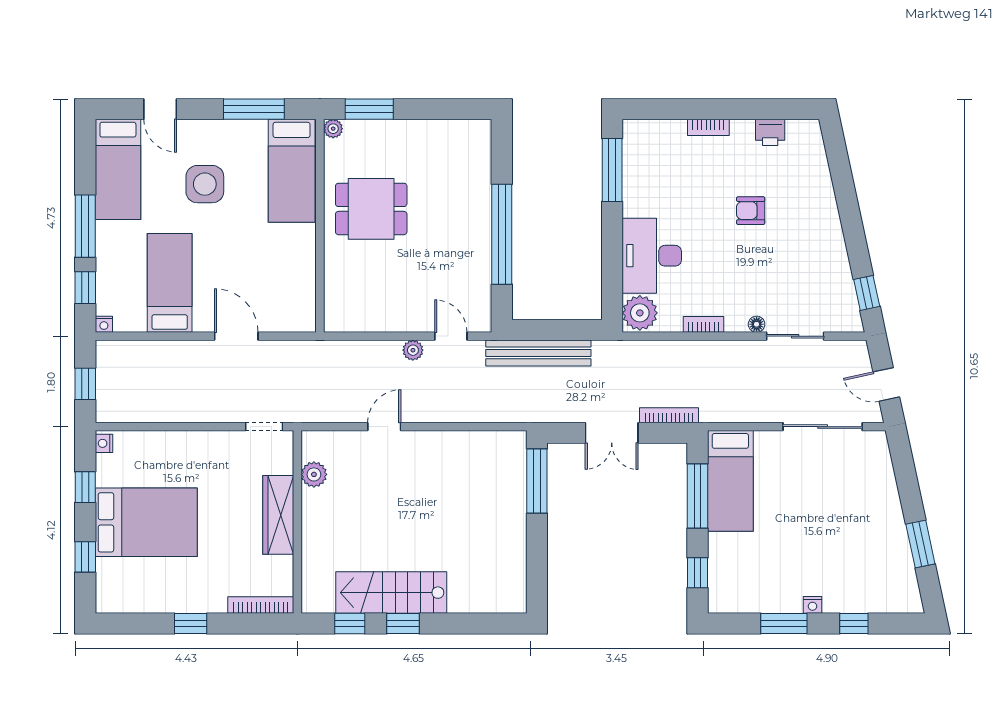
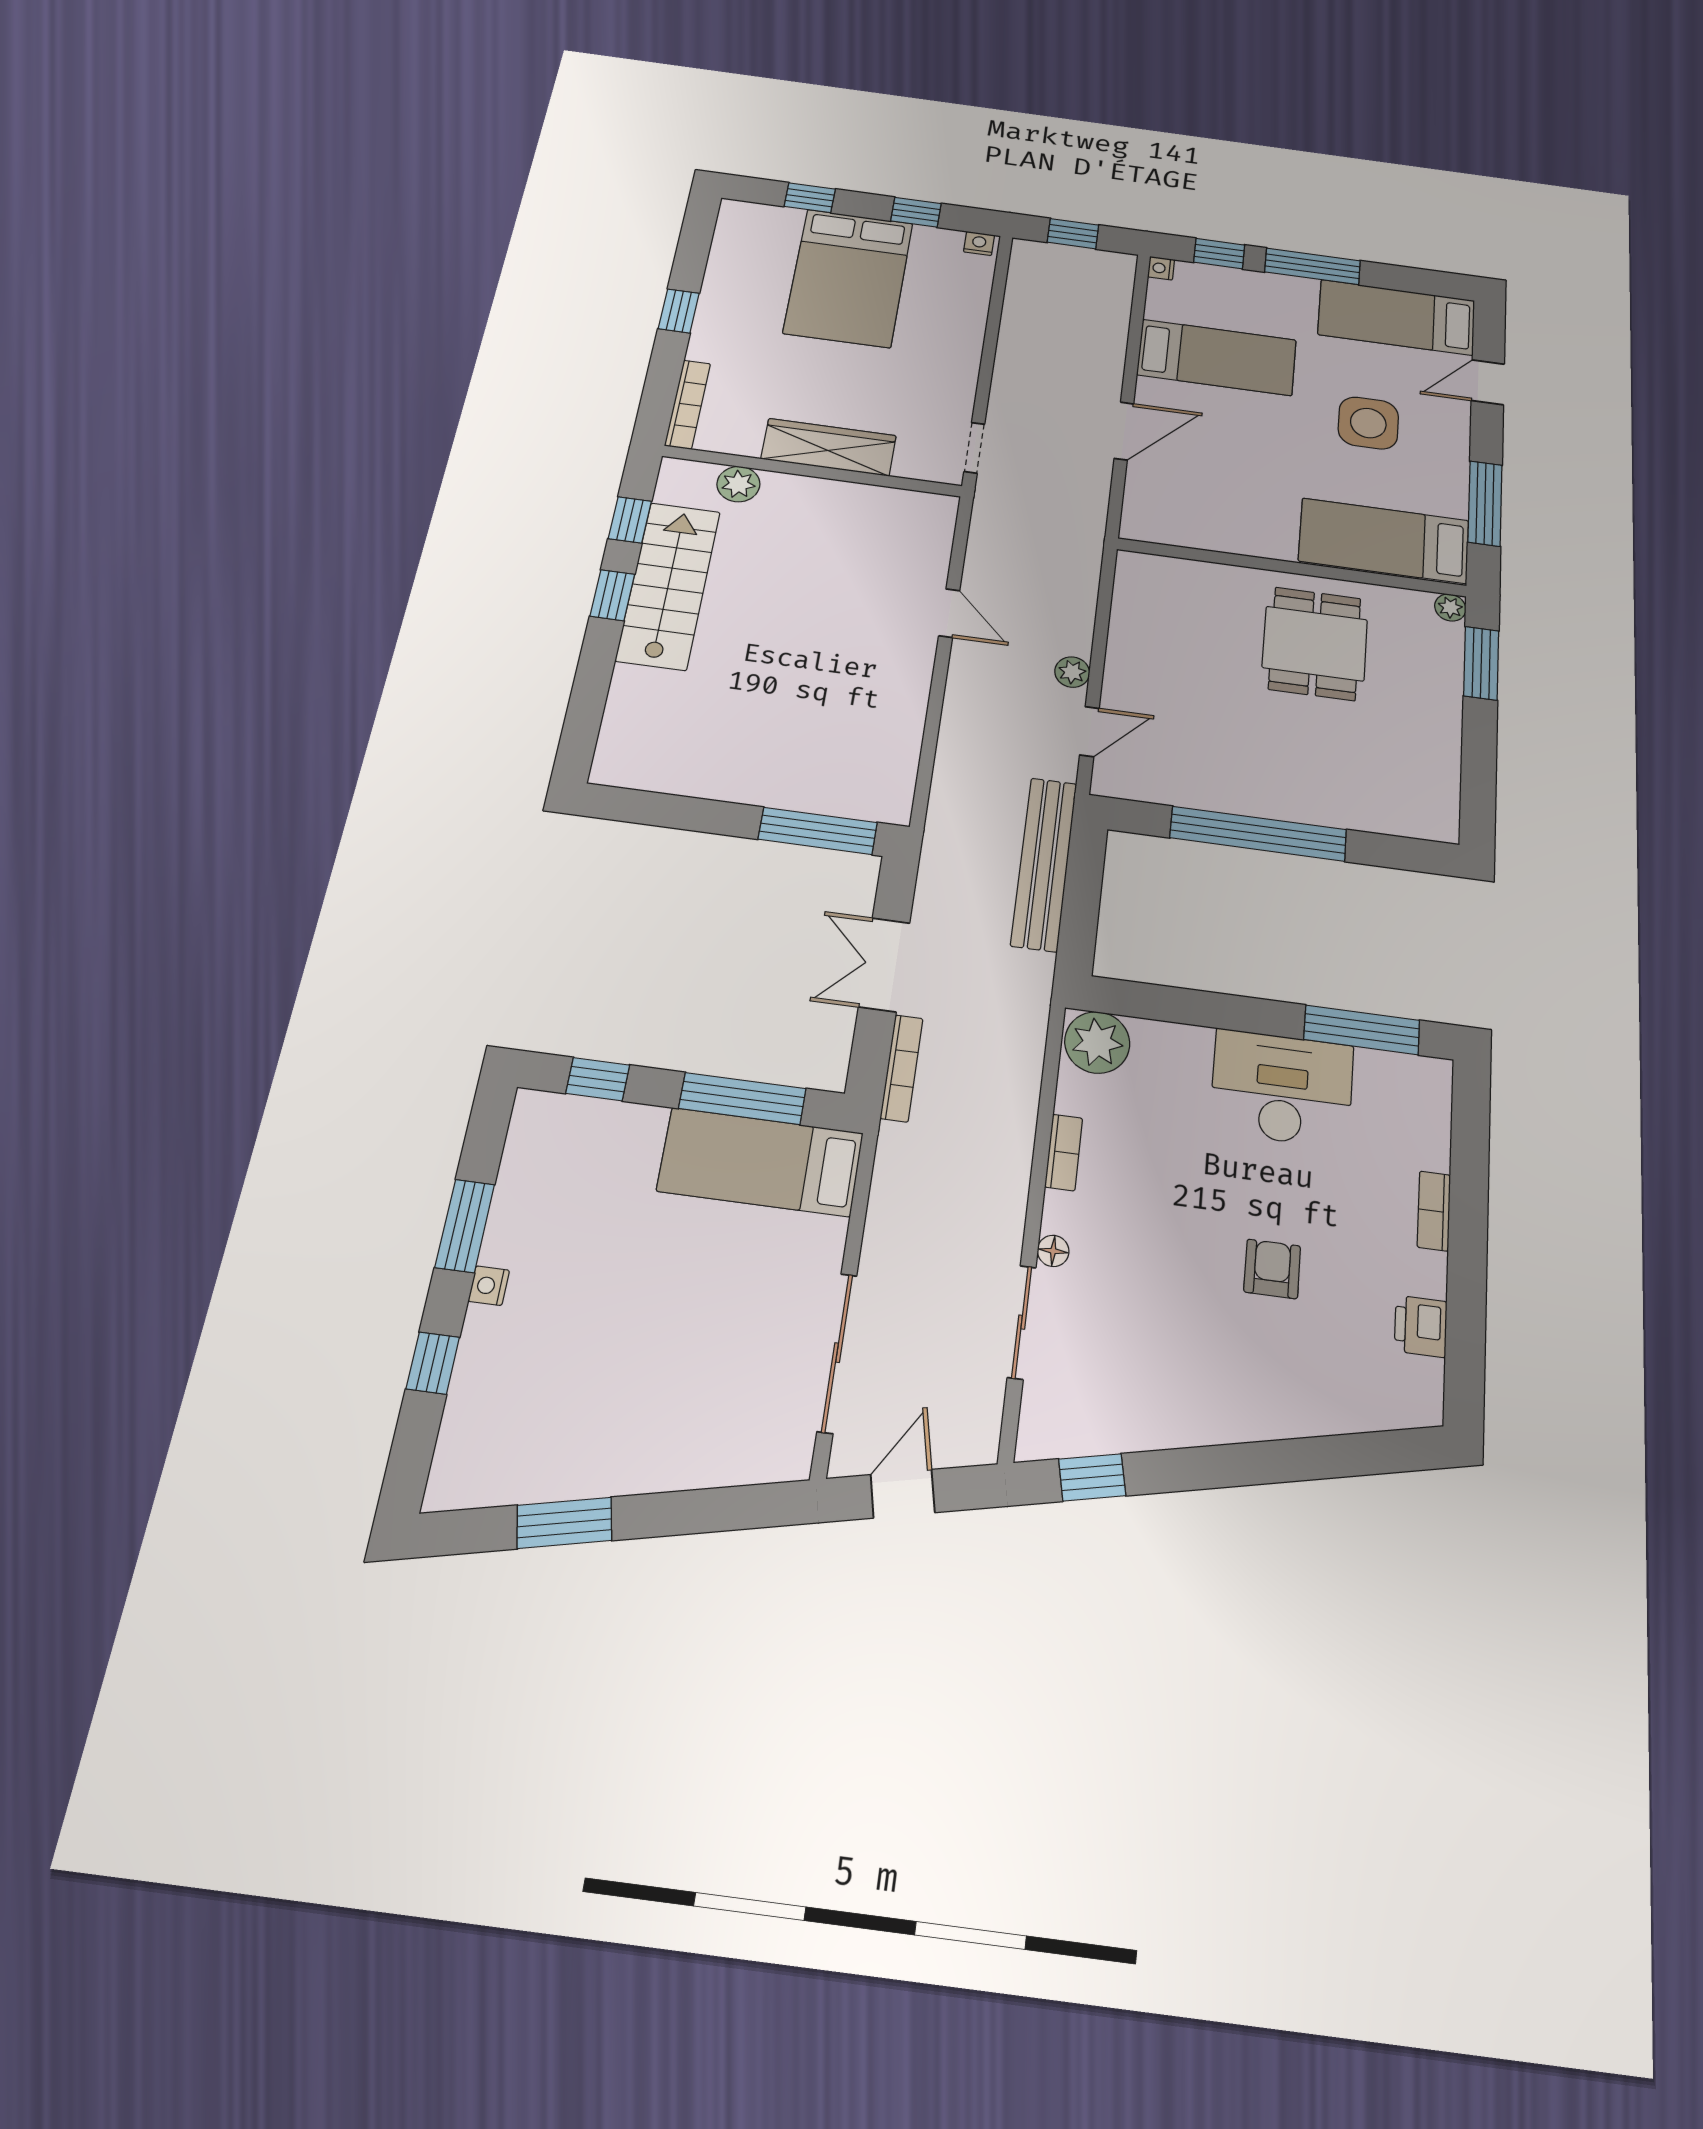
desk: (652, 256) -> (1282, 1088), moved
plant: (314, 474) -> (738, 484), moved

